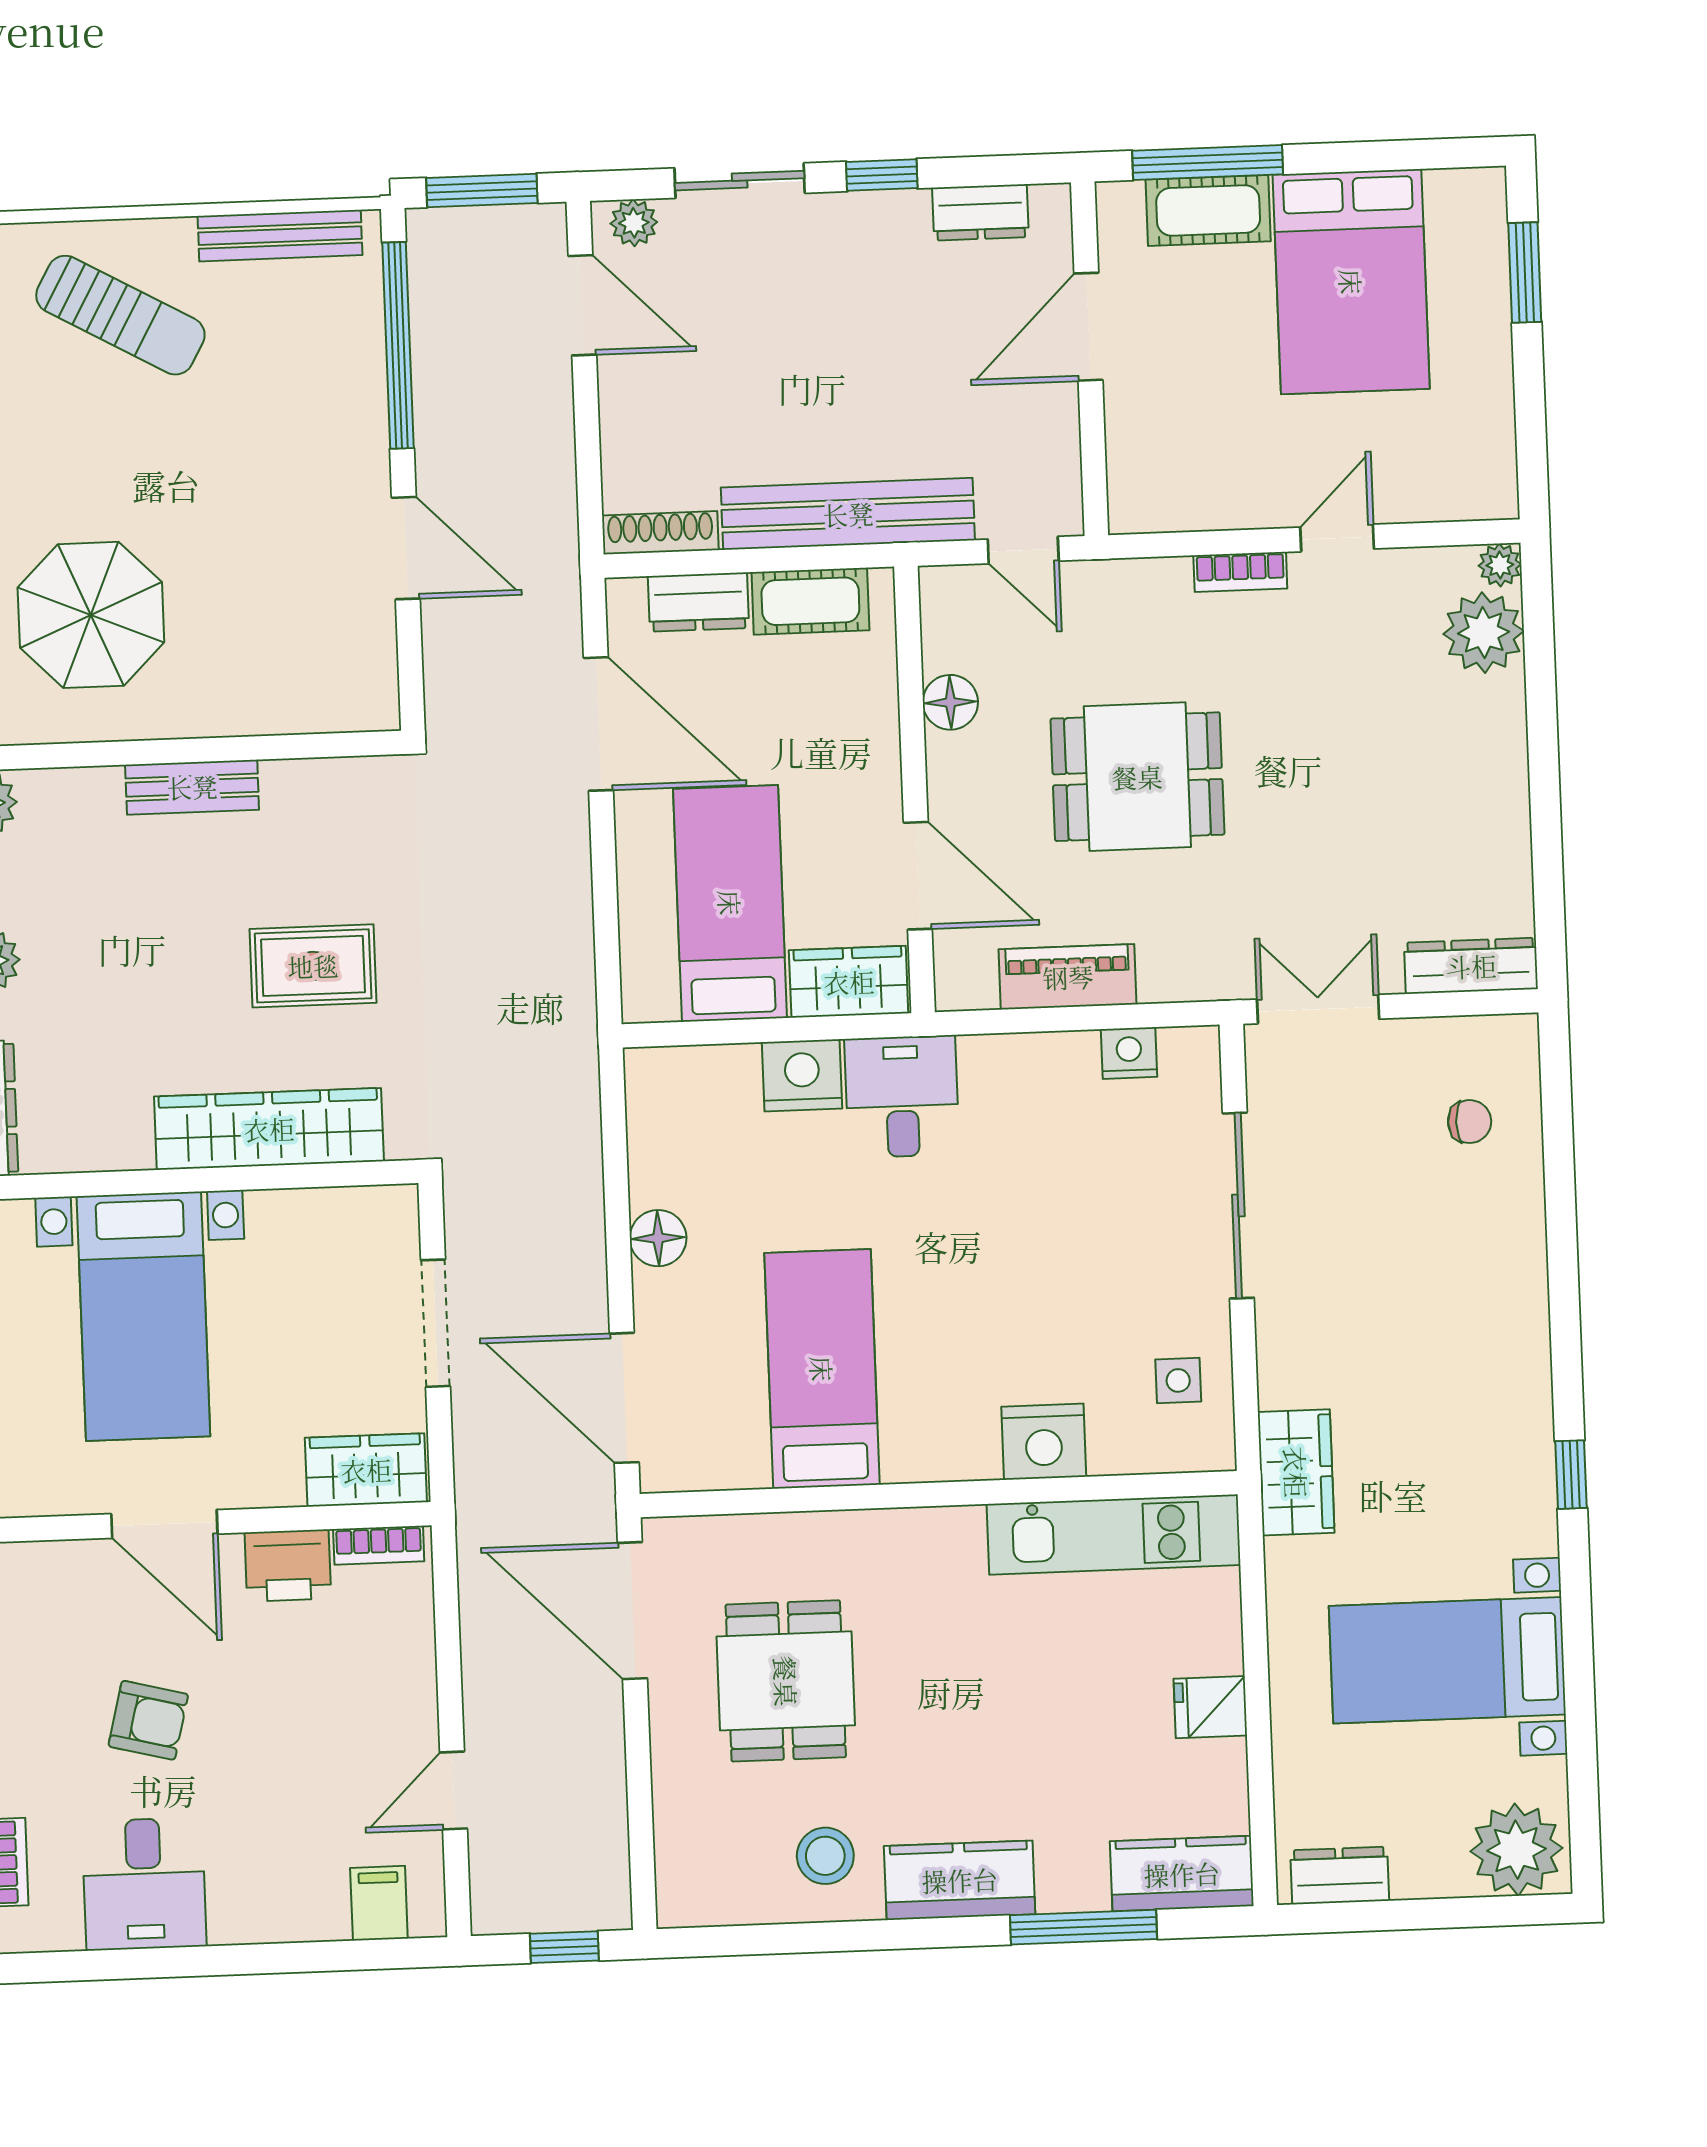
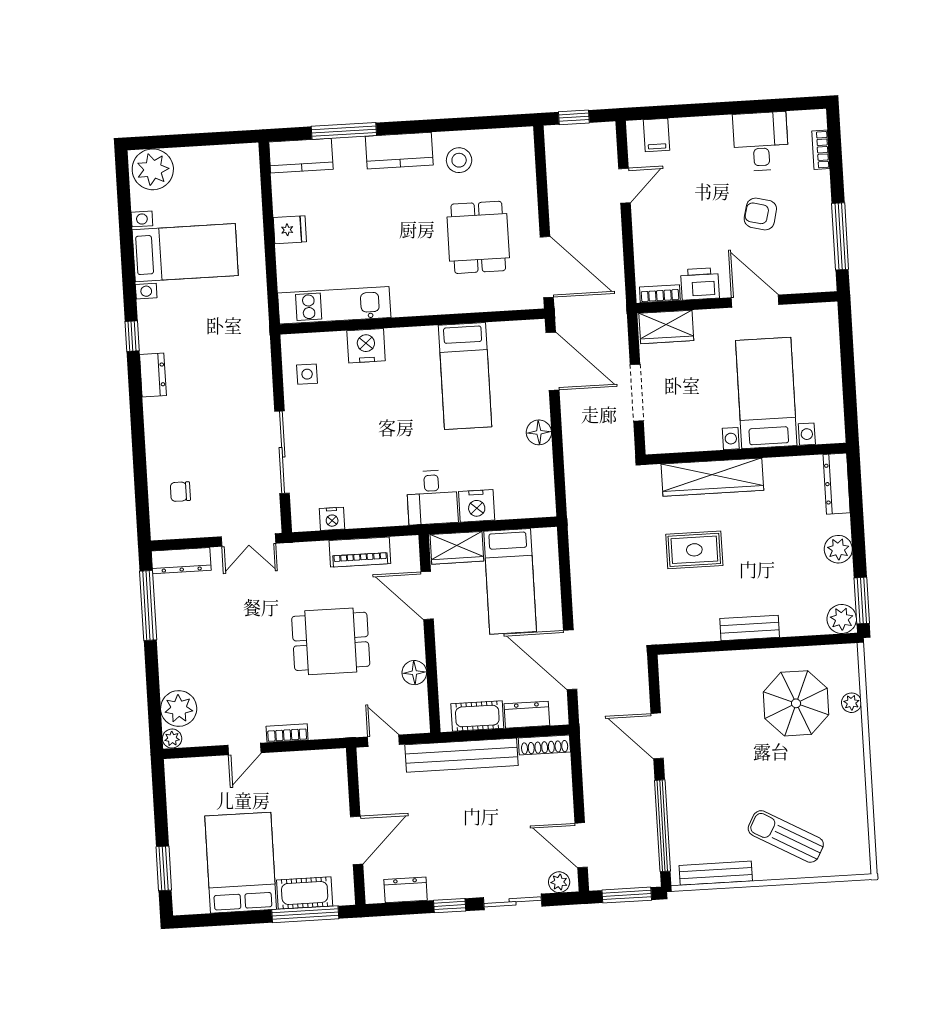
window: (1548, 866) -> (148, 605), added
wardrobe: (1296, 1472) -> (254, 335), removed
dresser: (1340, 1876) -> (153, 375), moved, turned -90

